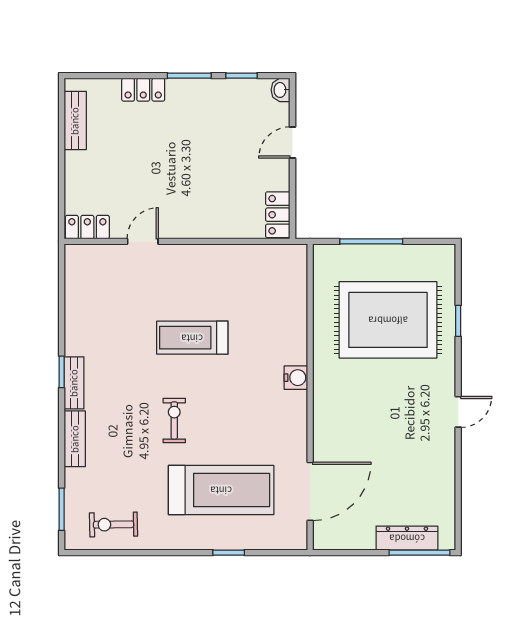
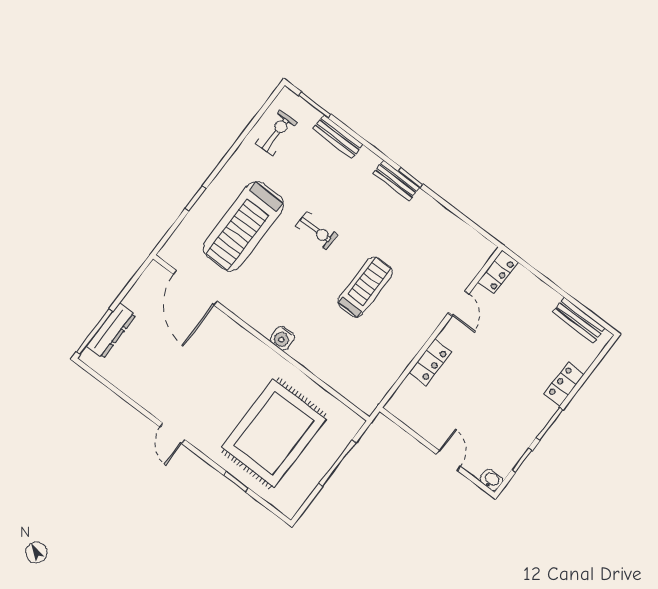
locker: (278, 215) -> (430, 362), moved, turned 90
bench: (75, 439) -> (338, 137), moved

